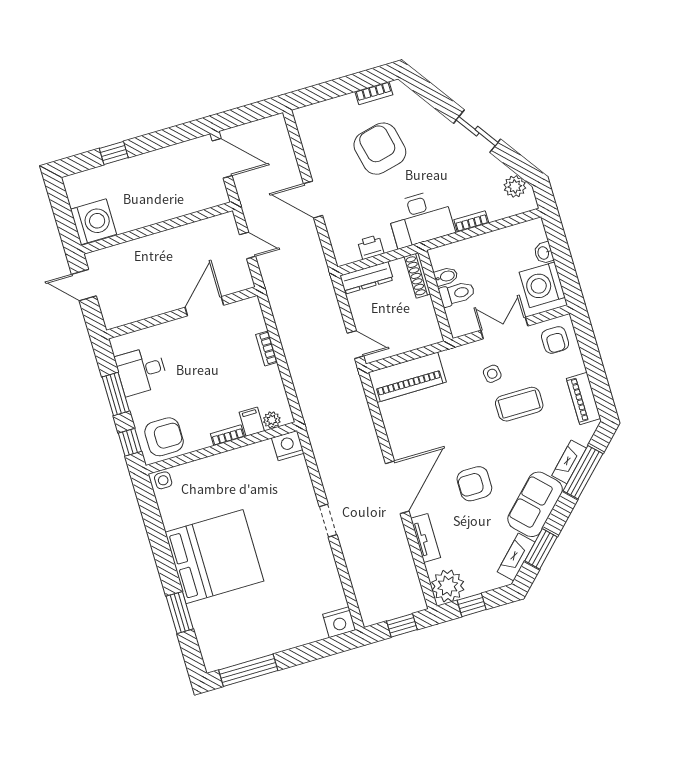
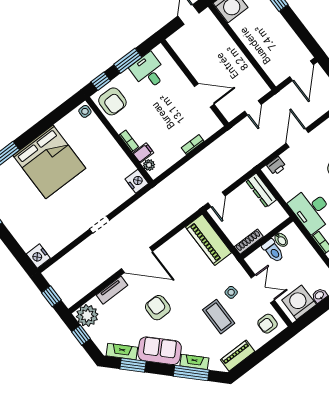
printer: (371, 247) -> (276, 166), moved, turned 90
shoe rack: (417, 275) -> (249, 242), moved

